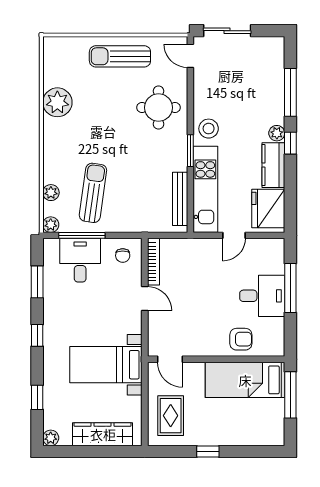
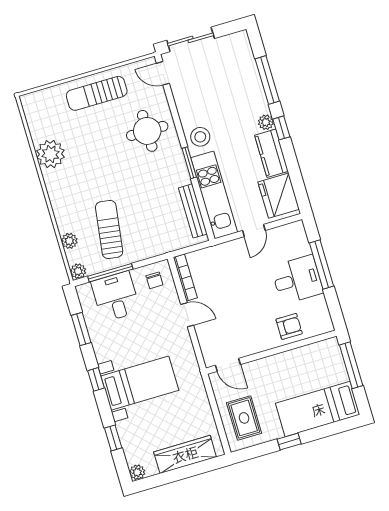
bed with nightstands: (106, 365) -> (140, 383), moved, turned 180
bed: (245, 380) -> (318, 409), moved

